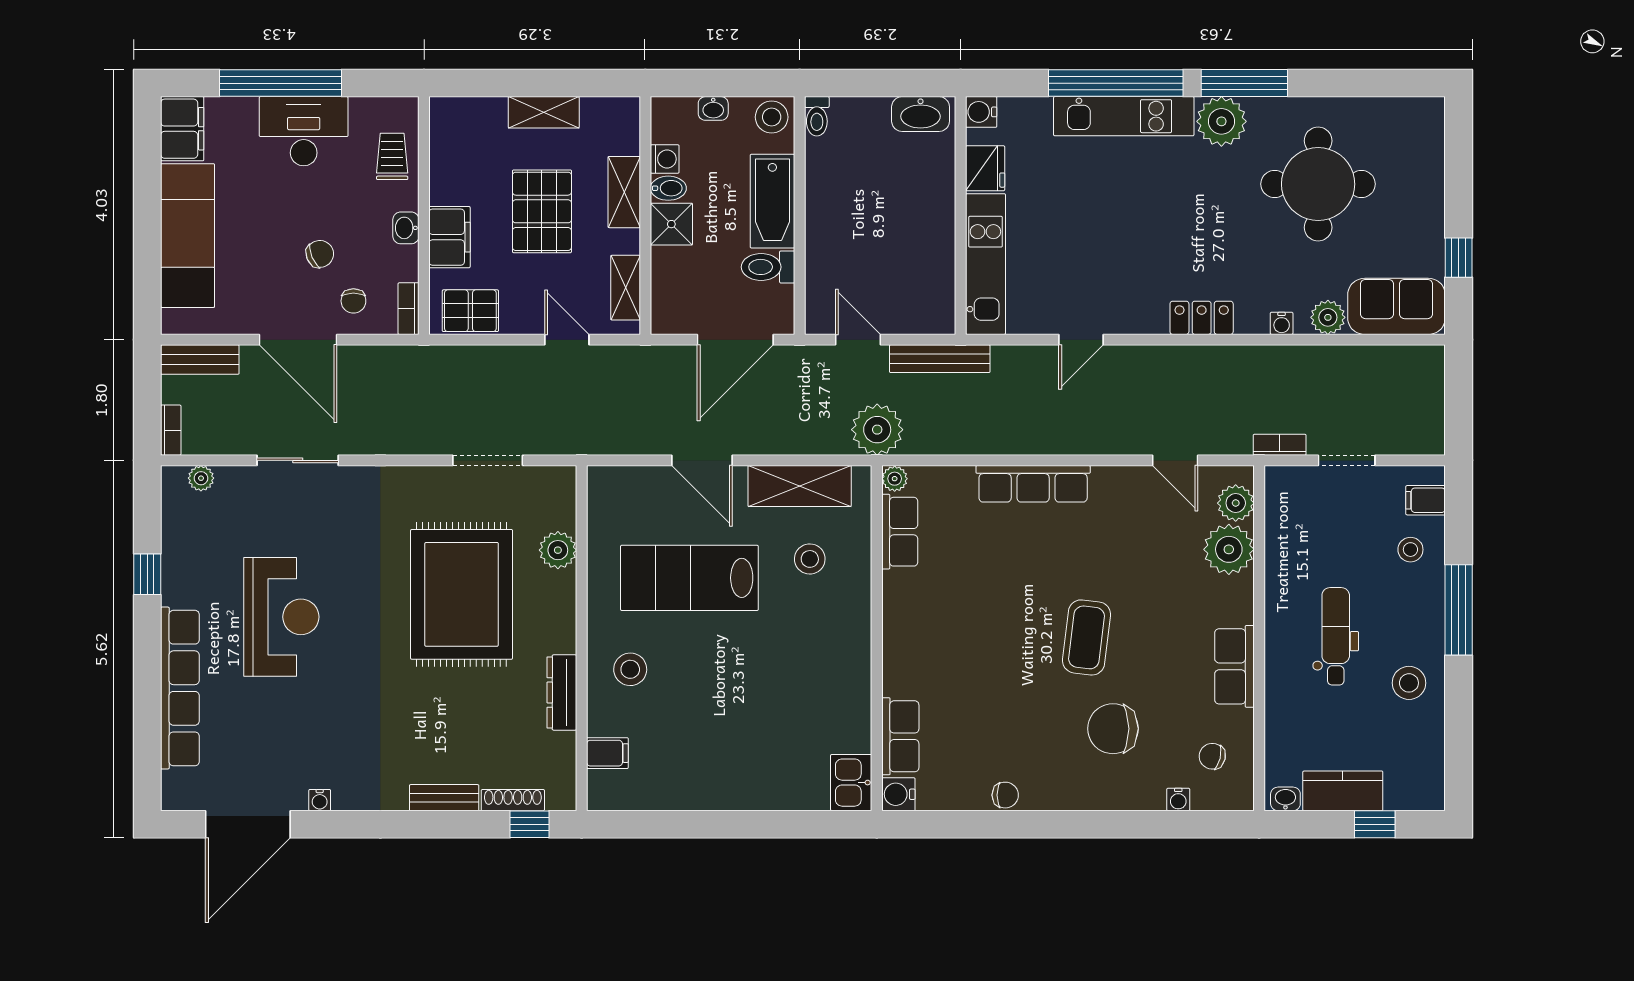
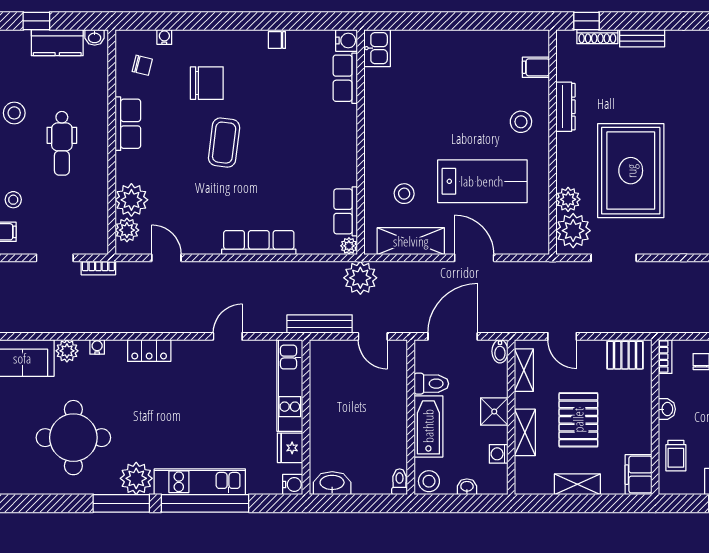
bidet: (668, 188) -> (500, 351), moved, turned -90
filing cabinet: (449, 237) -> (639, 475), moved
plant: (550, 502) -> (573, 231), added

